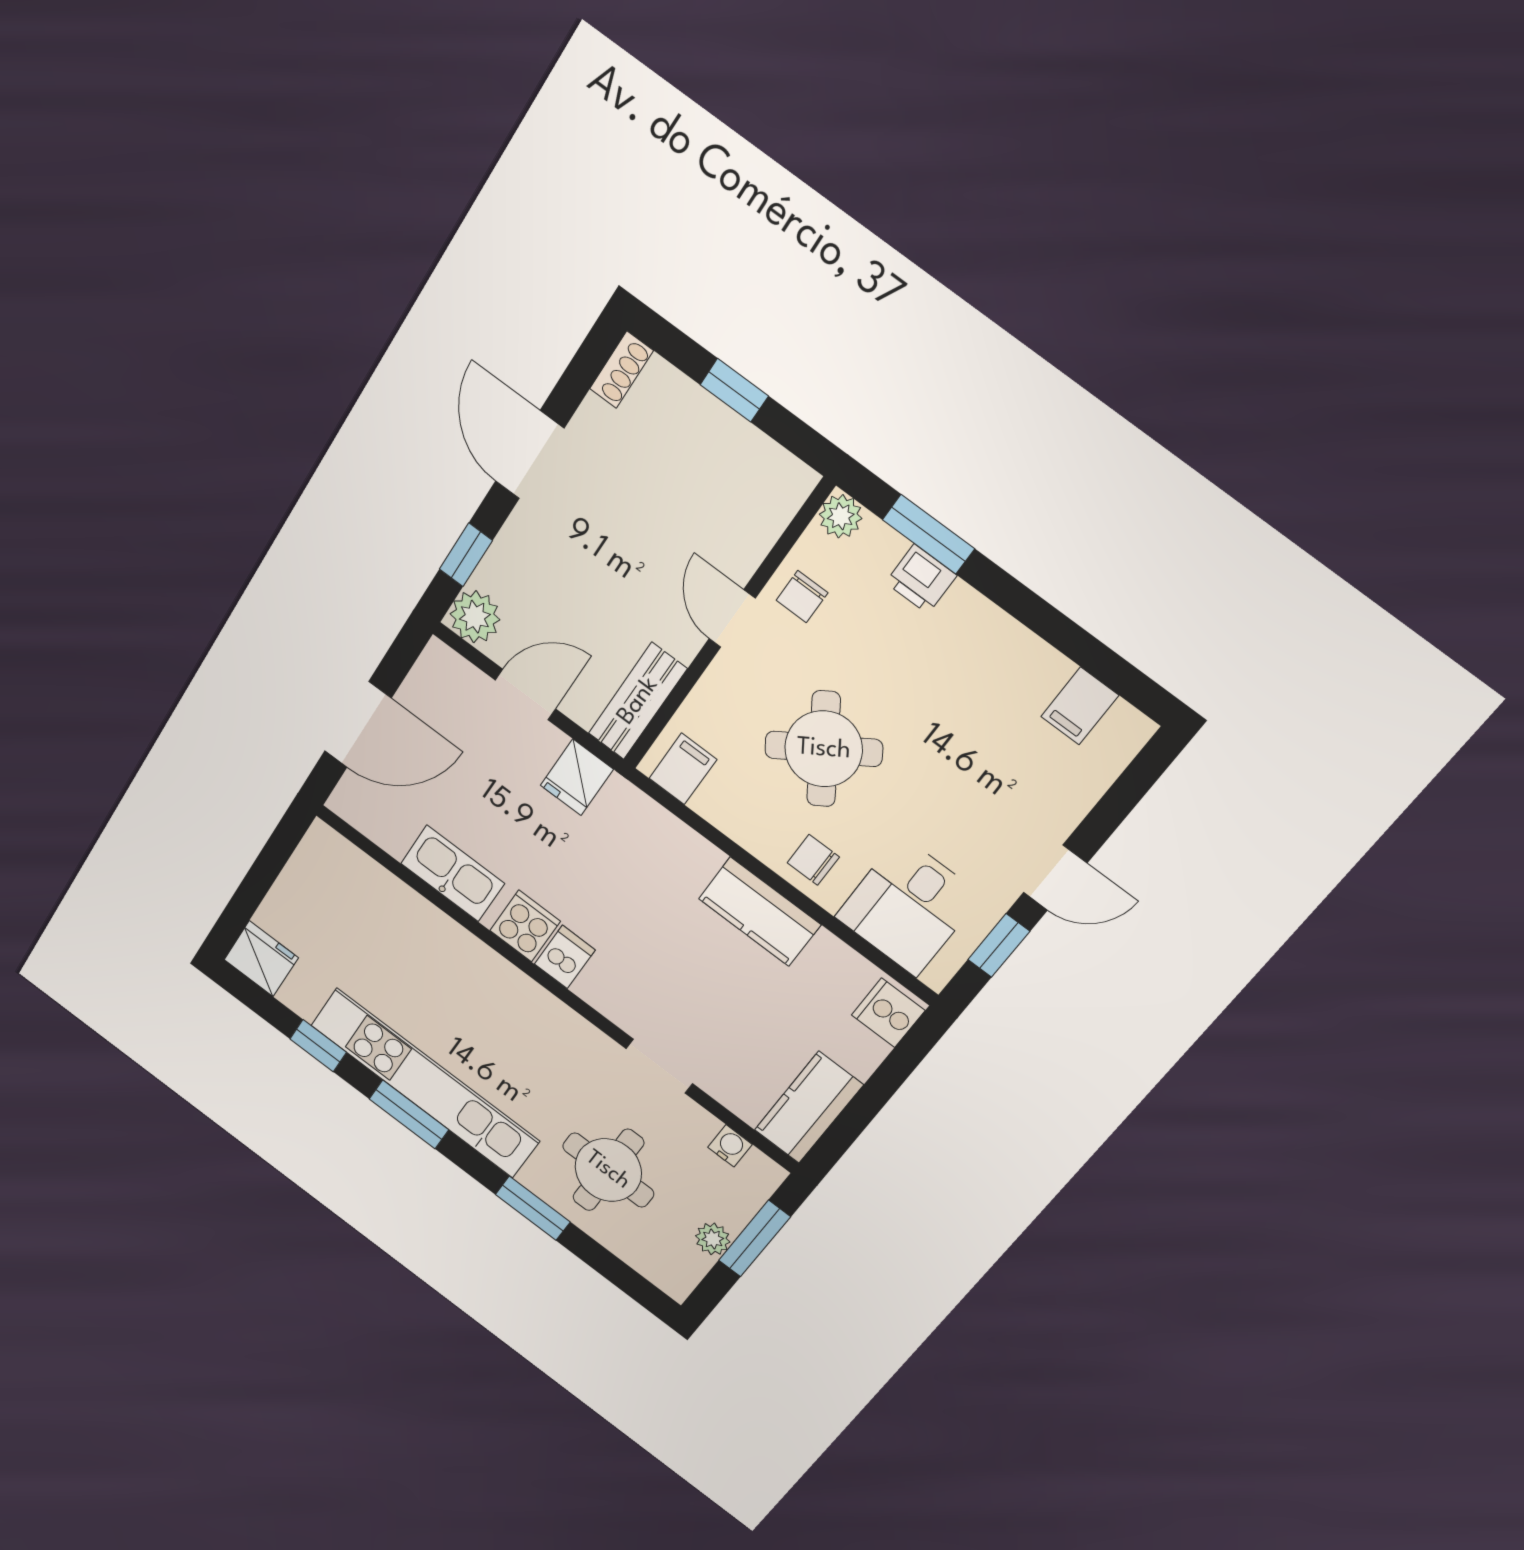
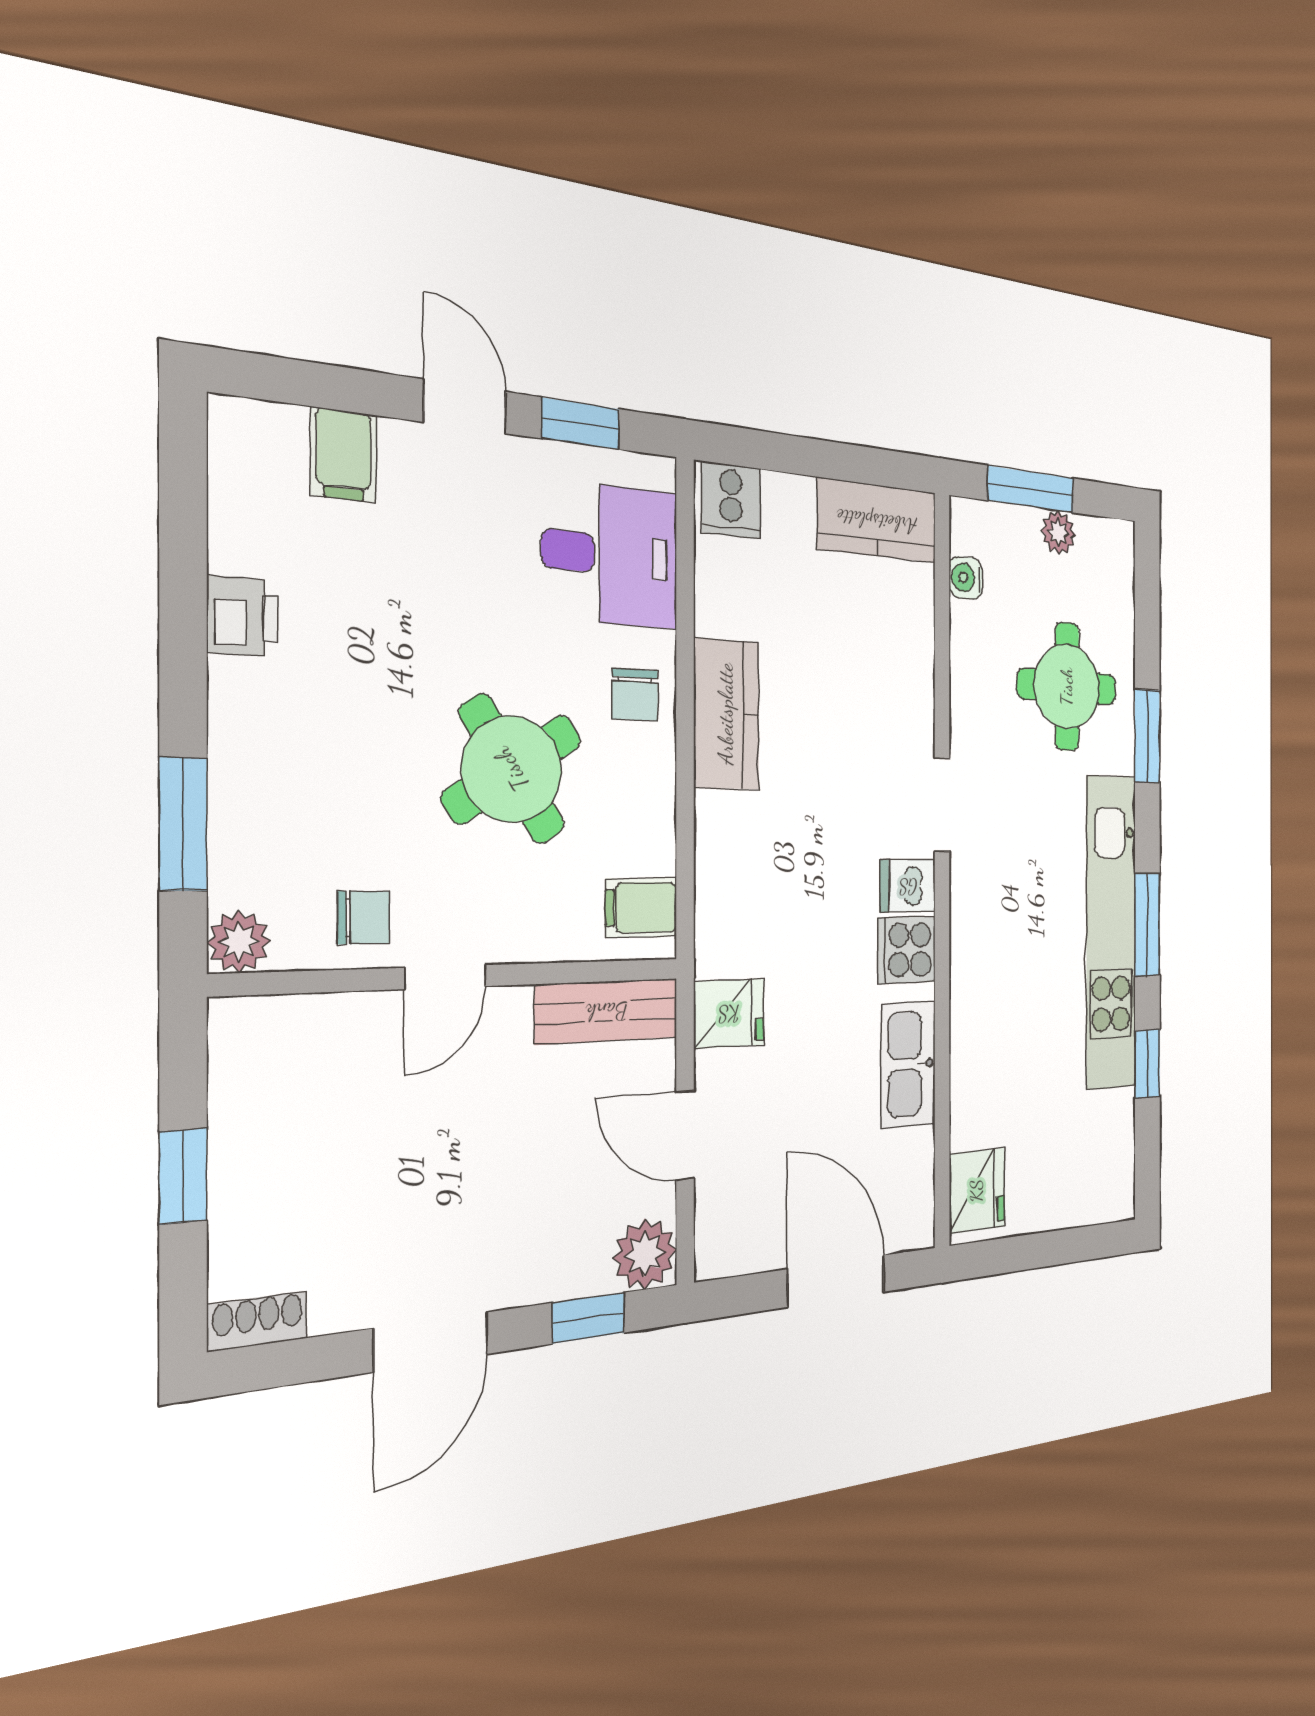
printer: (921, 579) -> (243, 616), moved
filing cabinet: (1080, 706) -> (344, 455), moved, turned 90
fridge: (261, 959) -> (977, 1191), moved, turned 180
doorway: (659, 1066) -> (942, 804), moved

